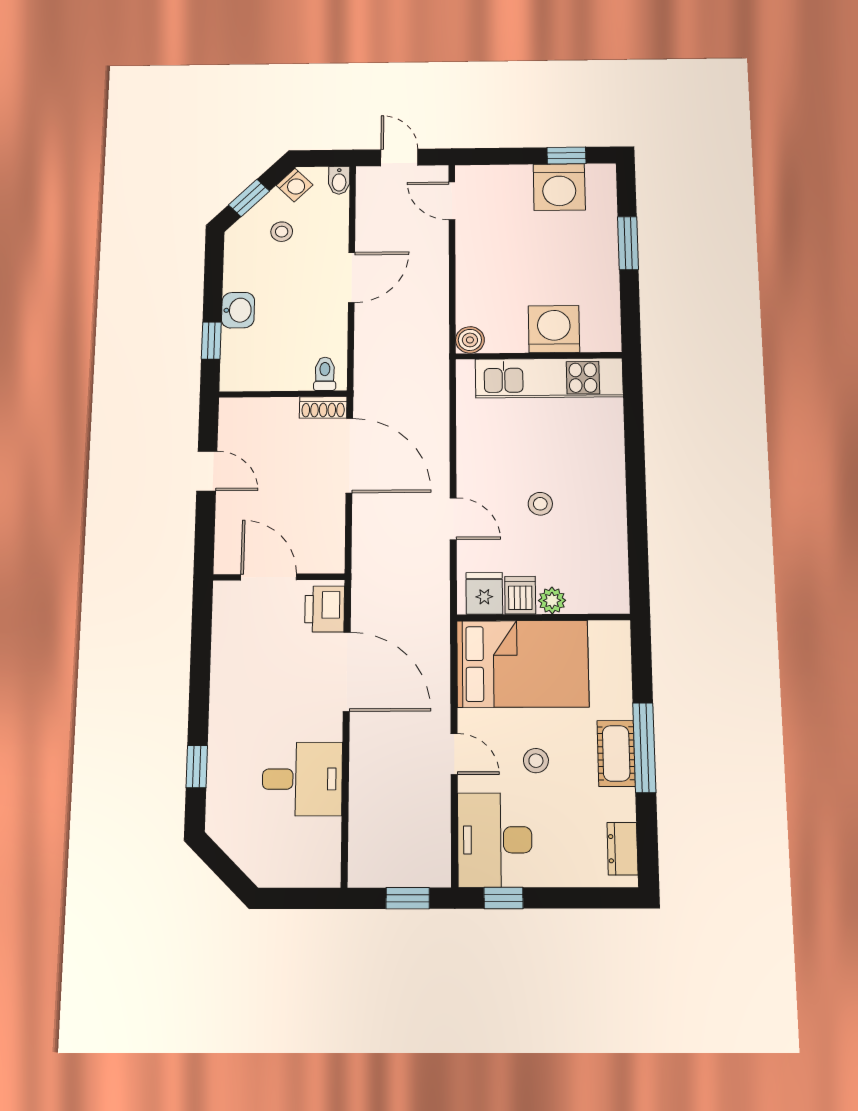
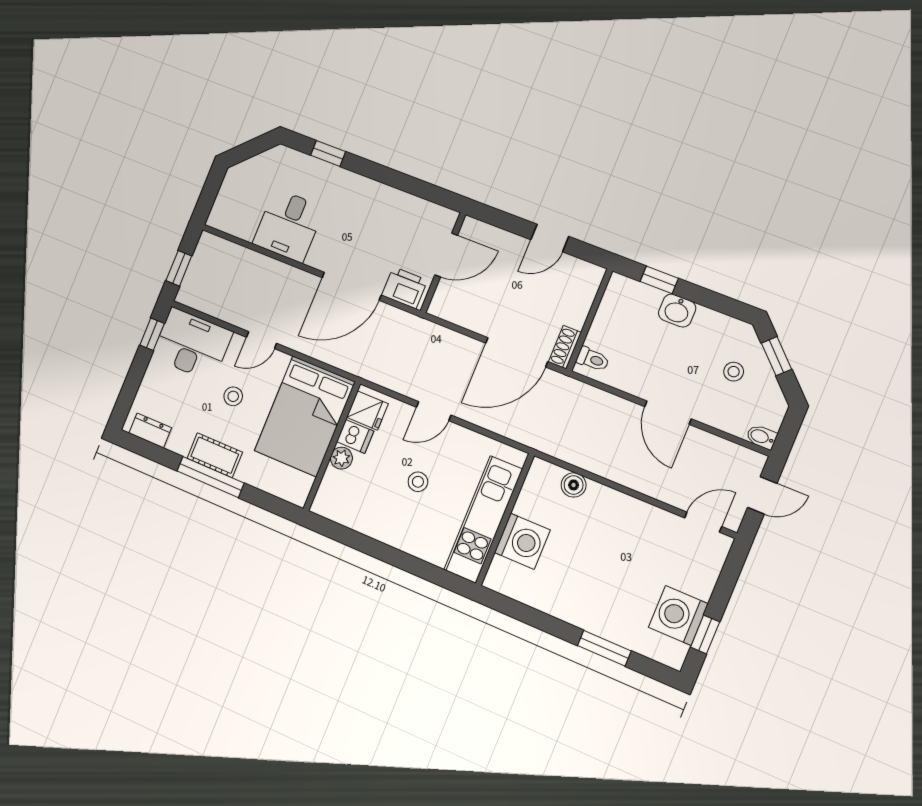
washing machine: (295, 185) -> (773, 398), removed
washing machine: (554, 329) -> (522, 541), moved
wall: (539, 356) -> (505, 520), moved
kitchen unit: (549, 378) -> (483, 519), moved

